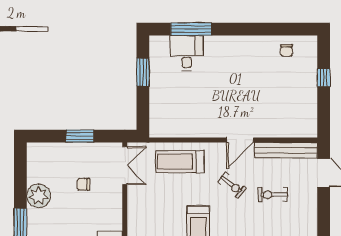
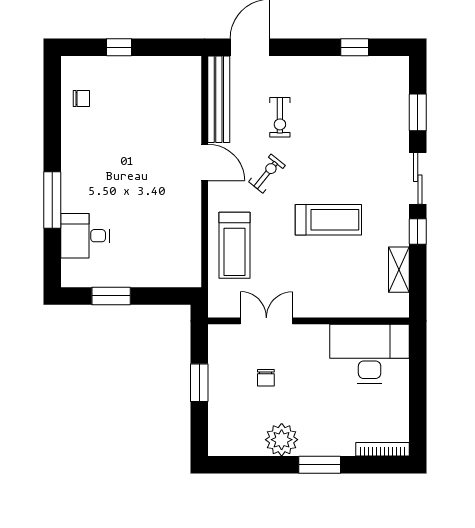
window: (191, 29) -> (52, 200), moved
double door: (125, 166) -> (266, 321), moved

